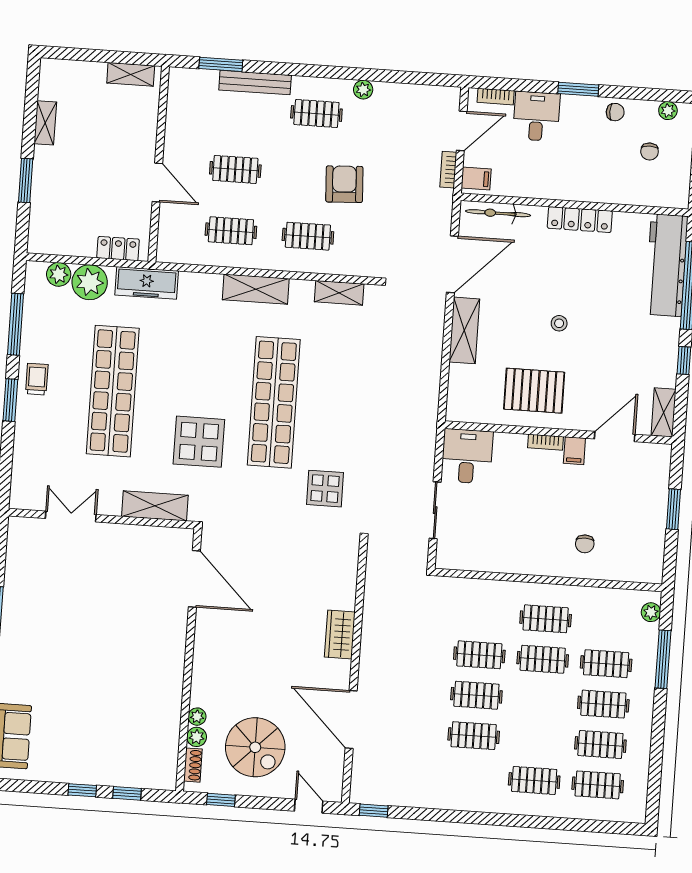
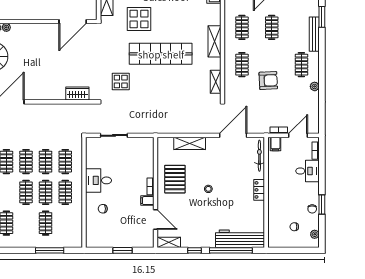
window: (578, 89) -> (322, 205), moved
door: (462, 131) -> (298, 135), swing flipped
locker: (580, 220) -> (259, 190), width x0.66
door: (452, 264) -> (233, 135), swing flipped
shelving: (464, 330) -> (190, 143), moved
desk: (467, 456) -> (99, 180), moved, turned 180
plant: (651, 612) -> (72, 243), removed
clothes rail: (482, 614) -> (65, 162), added
wardrobe: (340, 634) -> (77, 94), moved
clothes rail: (603, 704) -> (26, 192), moved

